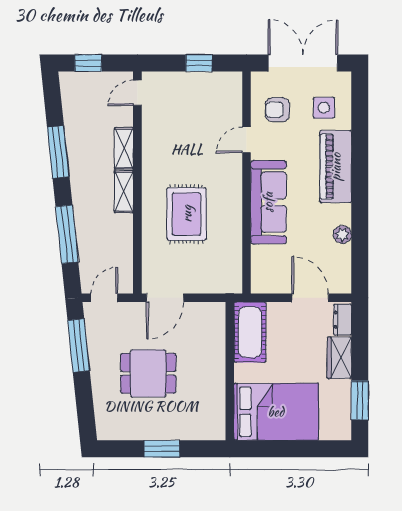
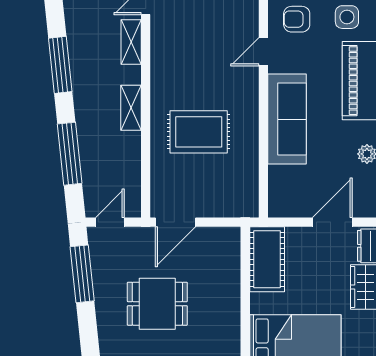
shelving: (124, 148) -> (131, 42), moved
rug: (187, 214) -> (199, 132), turned 90
door: (310, 298) -> (332, 222), hinge flipped

